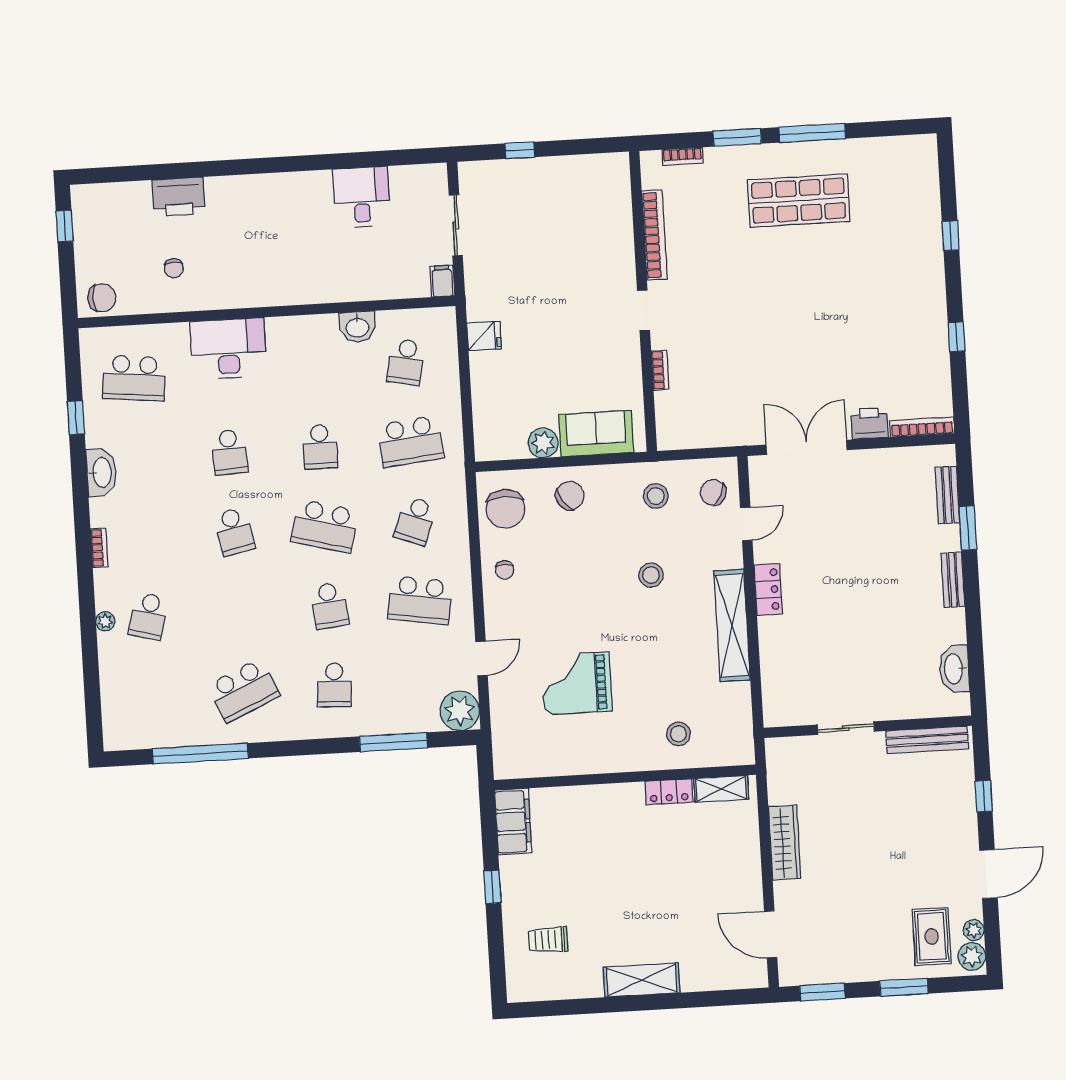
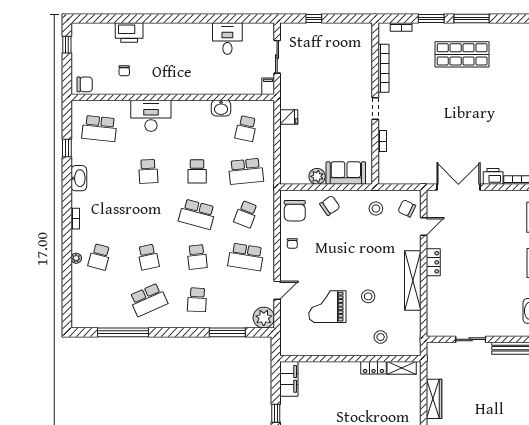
school desk: (234, 532) -> (148, 257), moved
stool: (651, 575) -> (368, 296), moved

